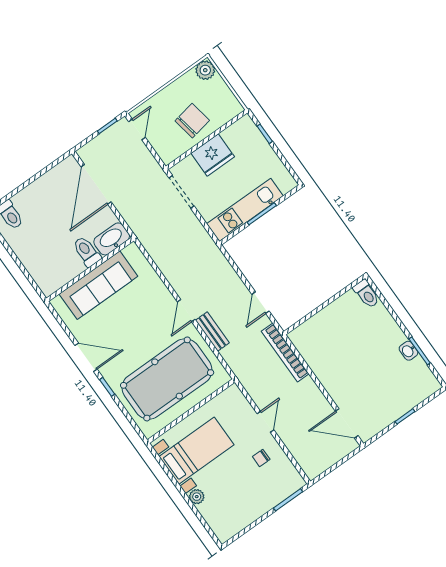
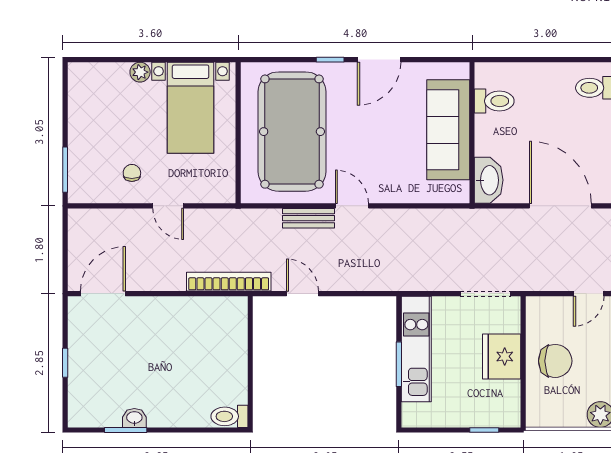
chair: (192, 121) -> (555, 361), turned -80
door: (137, 129) -> (589, 294), hinge flipped
toilet: (87, 252) -> (494, 101), moved

